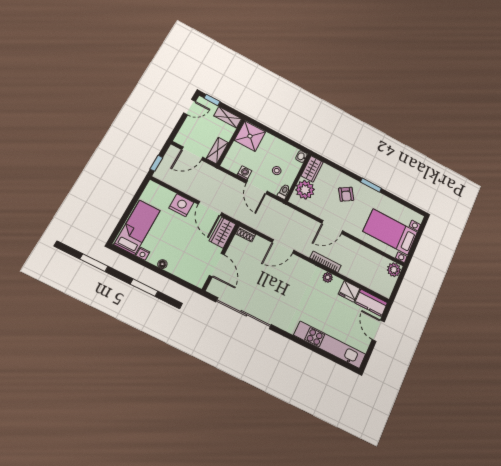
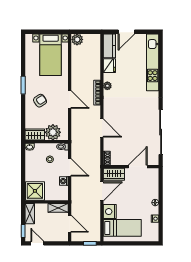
door: (257, 187) -> (70, 167), hinge flipped
bed: (137, 227) -> (122, 228), moved, turned 180

